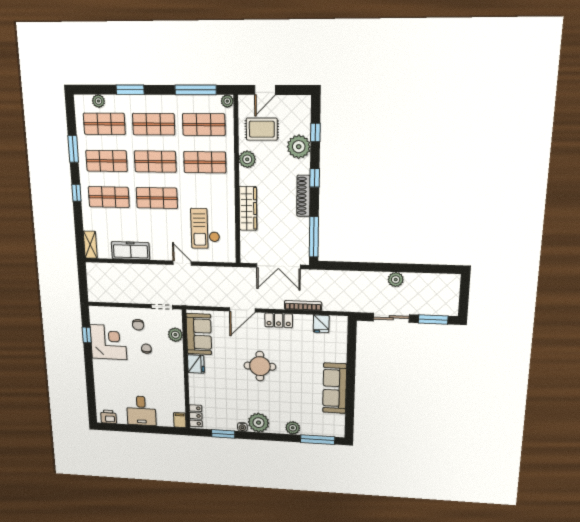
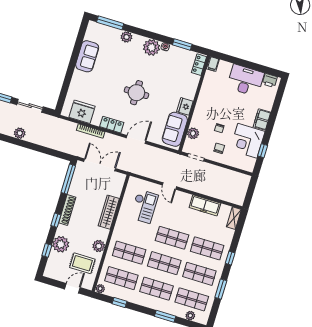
window: (196, 90) -> (119, 302), width x0.46
fridge: (321, 324) -> (82, 112), width x1.88, depth x1.34
filing cabinet: (101, 371) -> (262, 119), added
sofa: (335, 388) -> (87, 56), width x0.73
desk: (141, 411) -> (245, 80), width x1.37

